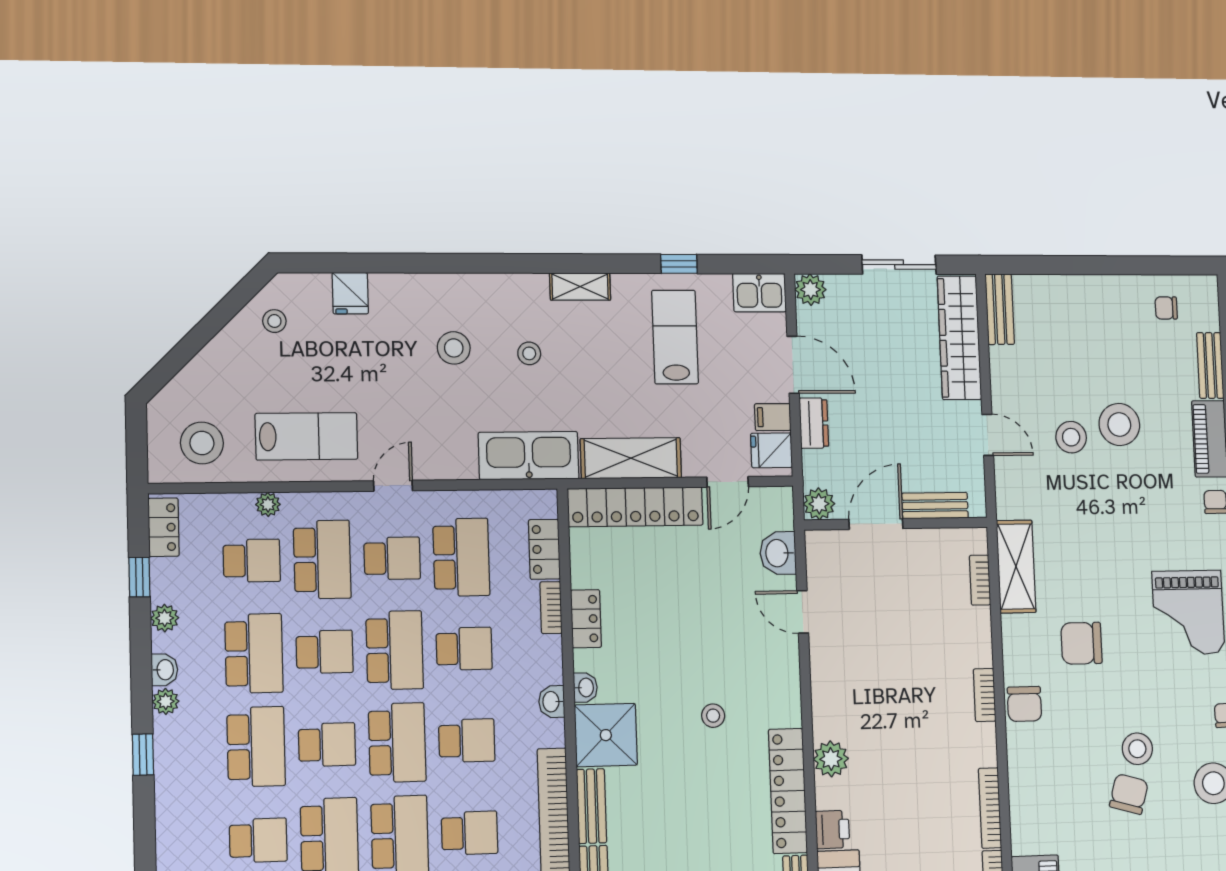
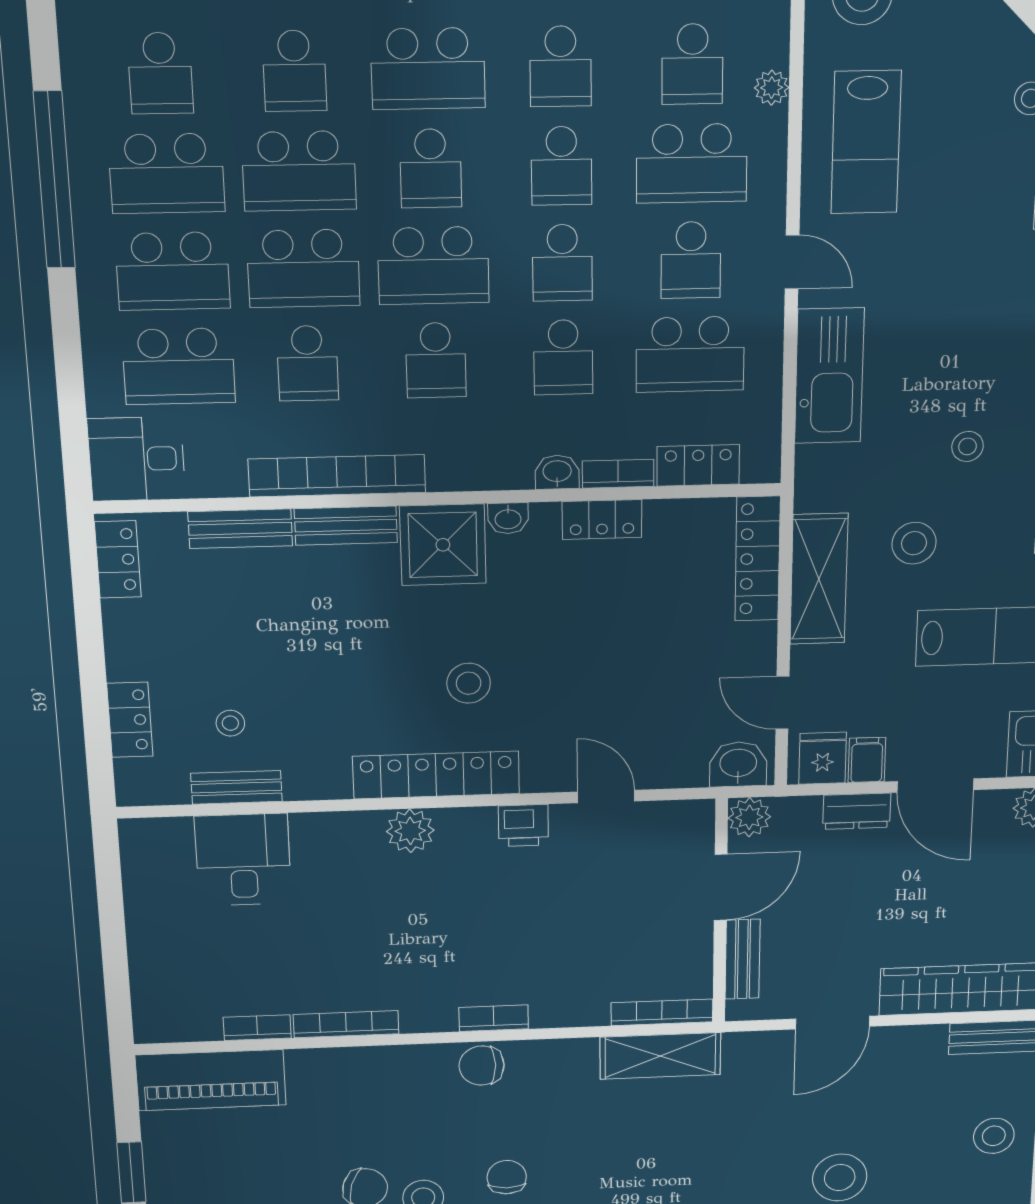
stool: (454, 348) -> (914, 543), moved
door: (793, 365) -> (935, 786), hinge flipped
door: (988, 435) -> (833, 1023), width x1.38
stool: (1071, 437) -> (994, 1136), moved
kitchen sink: (529, 456) -> (829, 376), moved
locker: (635, 507) -> (758, 559), width x0.71, depth x0.83
door: (876, 524) -> (721, 887), hinge flipped
washbasin: (778, 553) -> (738, 764), moved
bookcase: (980, 580) -> (662, 1012), width x1.56
door: (803, 612) -> (606, 796), hinge flipped
chair: (1081, 643) -> (507, 1177), moved, width x0.73, depth x0.73
school desk: (395, 650) -> (562, 263), width x0.54
school desk: (254, 653) -> (561, 66), width x0.54
washbasin: (552, 702) -> (557, 472), moved
stool: (713, 716) -> (469, 683), width x1.37, depth x1.37
locker: (788, 791) -> (436, 775), moved
printer: (833, 829) -> (523, 826), moved

